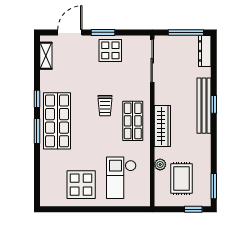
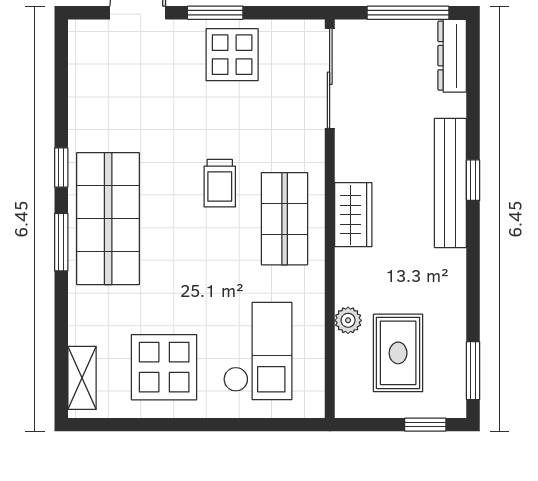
shelving: (46, 56) -> (82, 378), moved
wardrobe: (162, 126) -> (353, 215), width x0.67
checkout: (121, 178) -> (258, 351), turned 180

